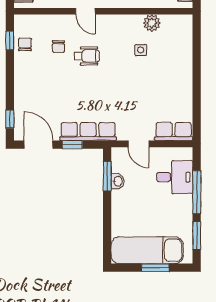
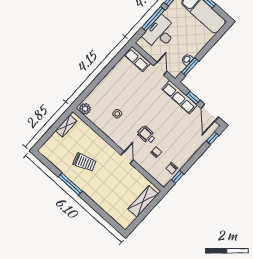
plant: (152, 23) -> (85, 109), moved
desk: (175, 177) -> (160, 33), width x1.37

